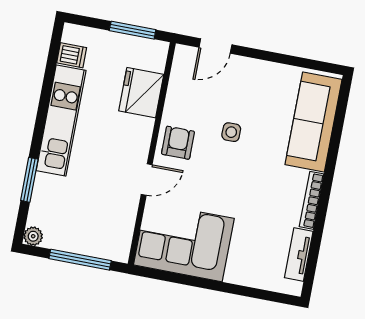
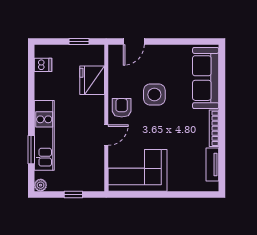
window: (133, 30) -> (79, 41), width x0.67
kitchen unit: (61, 121) -> (44, 135), moved
side table: (231, 132) -> (154, 95), width x1.87, depth x1.87
window: (80, 260) -> (73, 194), width x0.46

